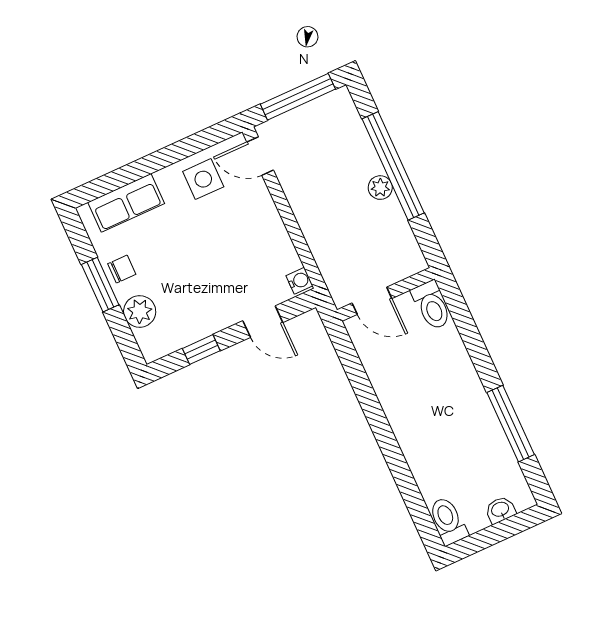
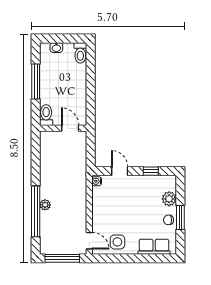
wall: (386, 294) -> (63, 128), moved
door: (372, 301) -> (70, 128), moved
toilet: (432, 305) -> (46, 115), moved

